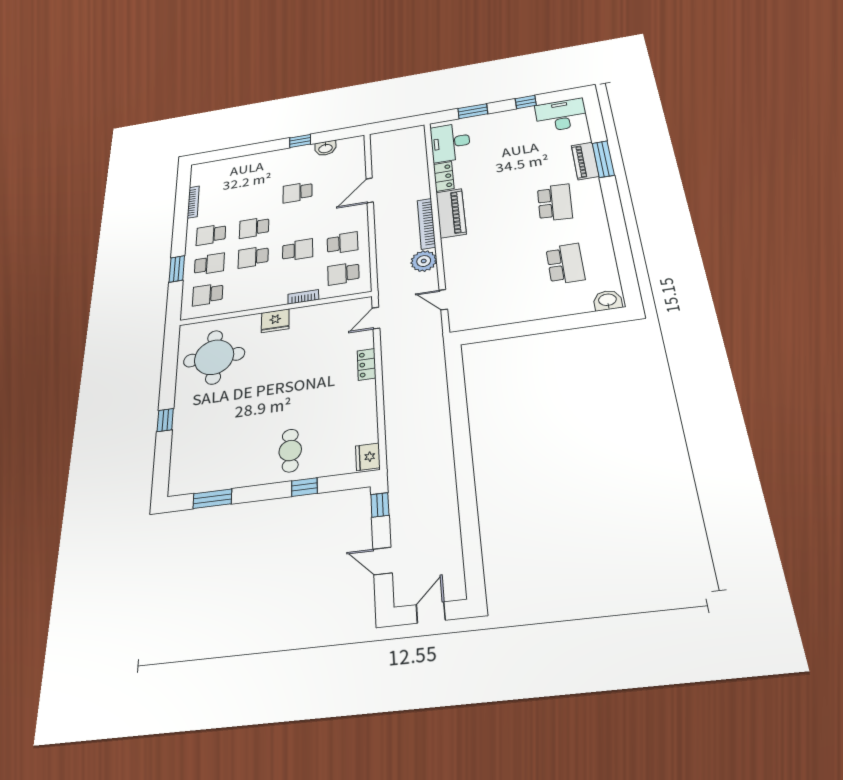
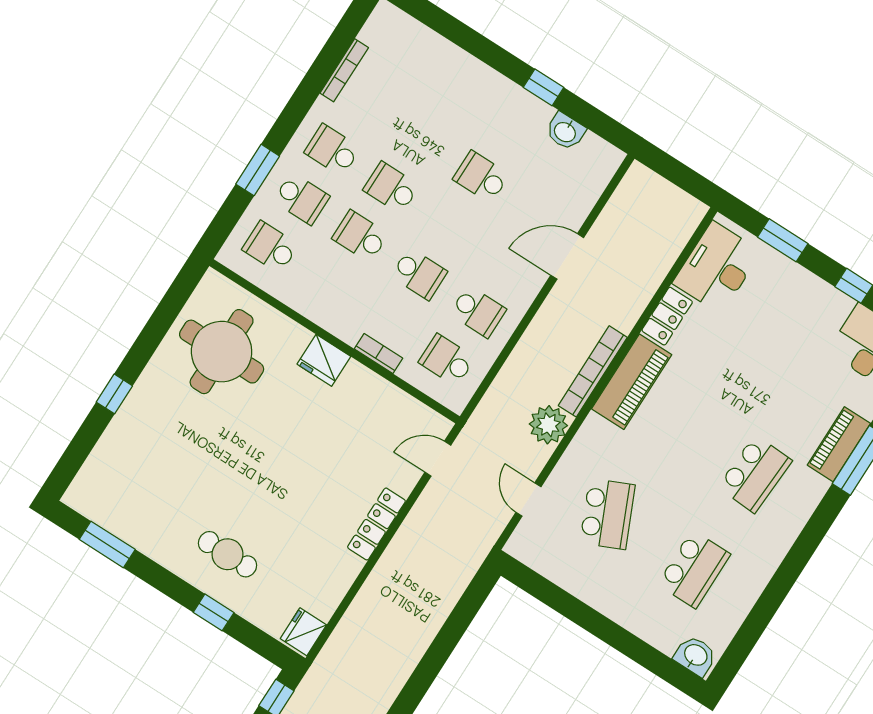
school desk: (493, 275) -> (607, 514), added
locker: (367, 364) -> (376, 524), width x1.53
cafe table: (290, 451) -> (228, 554), turned 90

